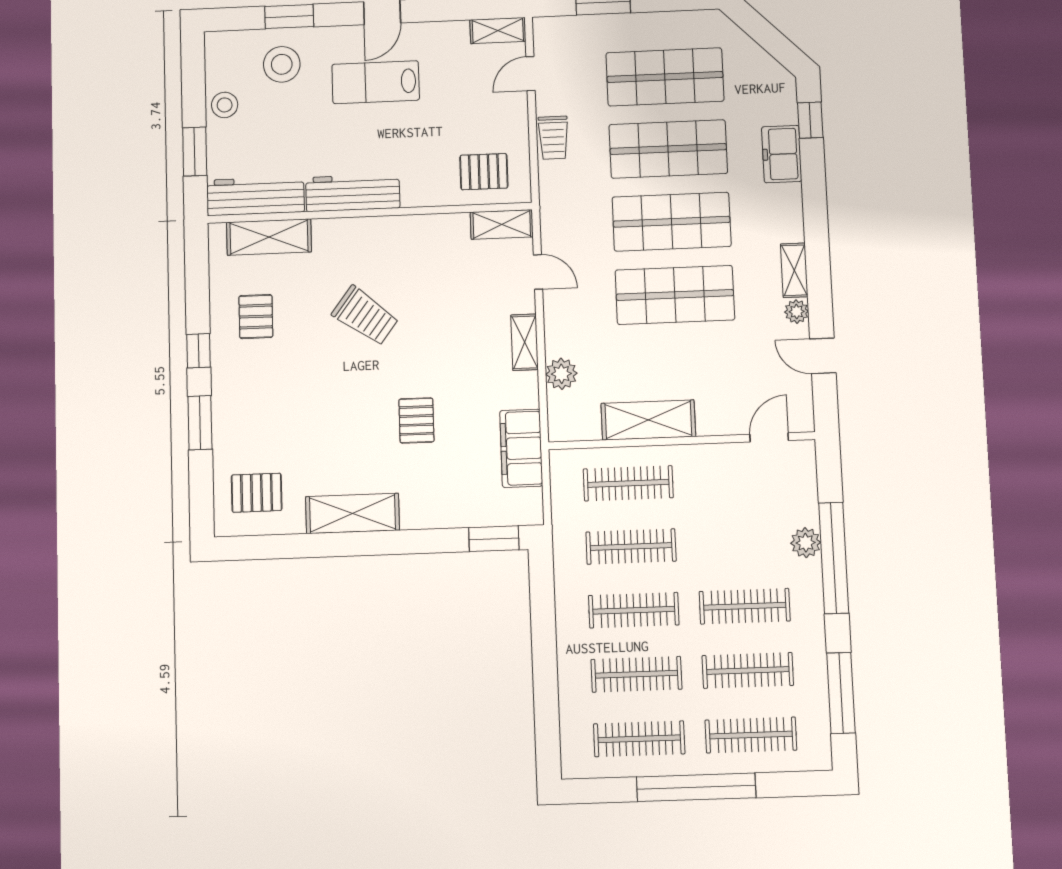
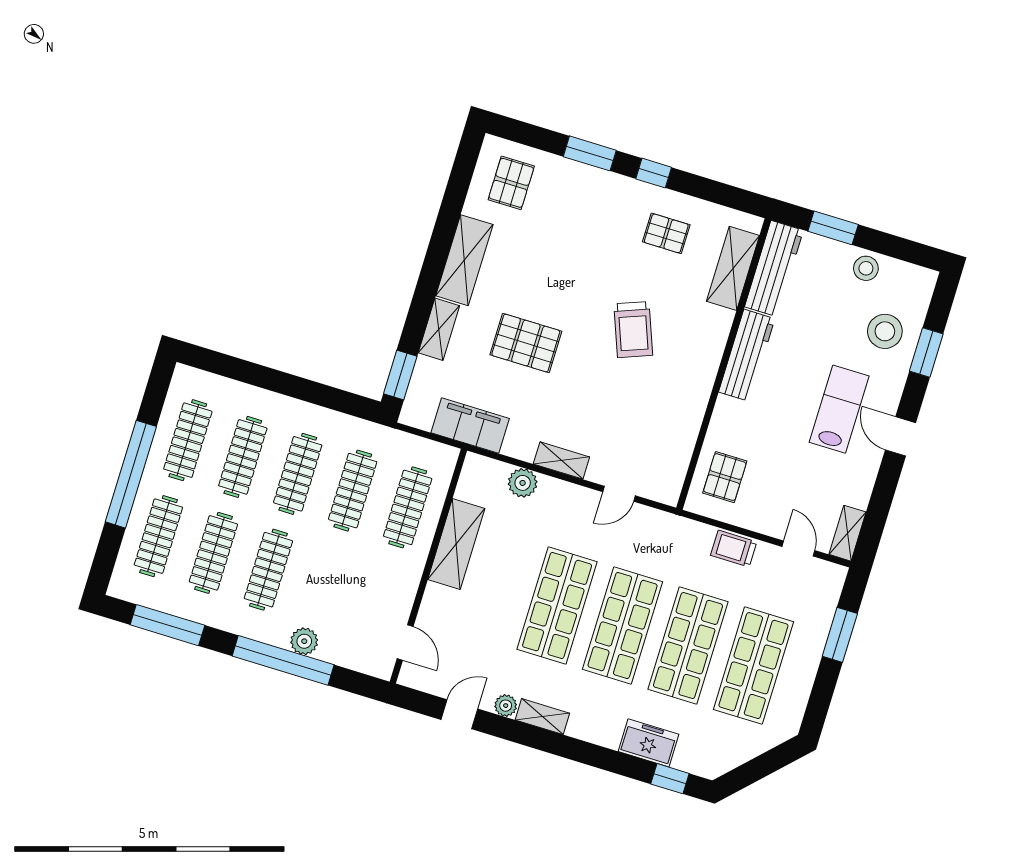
shelving: (502, 224) -> (439, 329), moved
trolley: (365, 316) -> (633, 330), turned -58
pallet: (416, 420) -> (526, 343), width x1.50, depth x1.42

